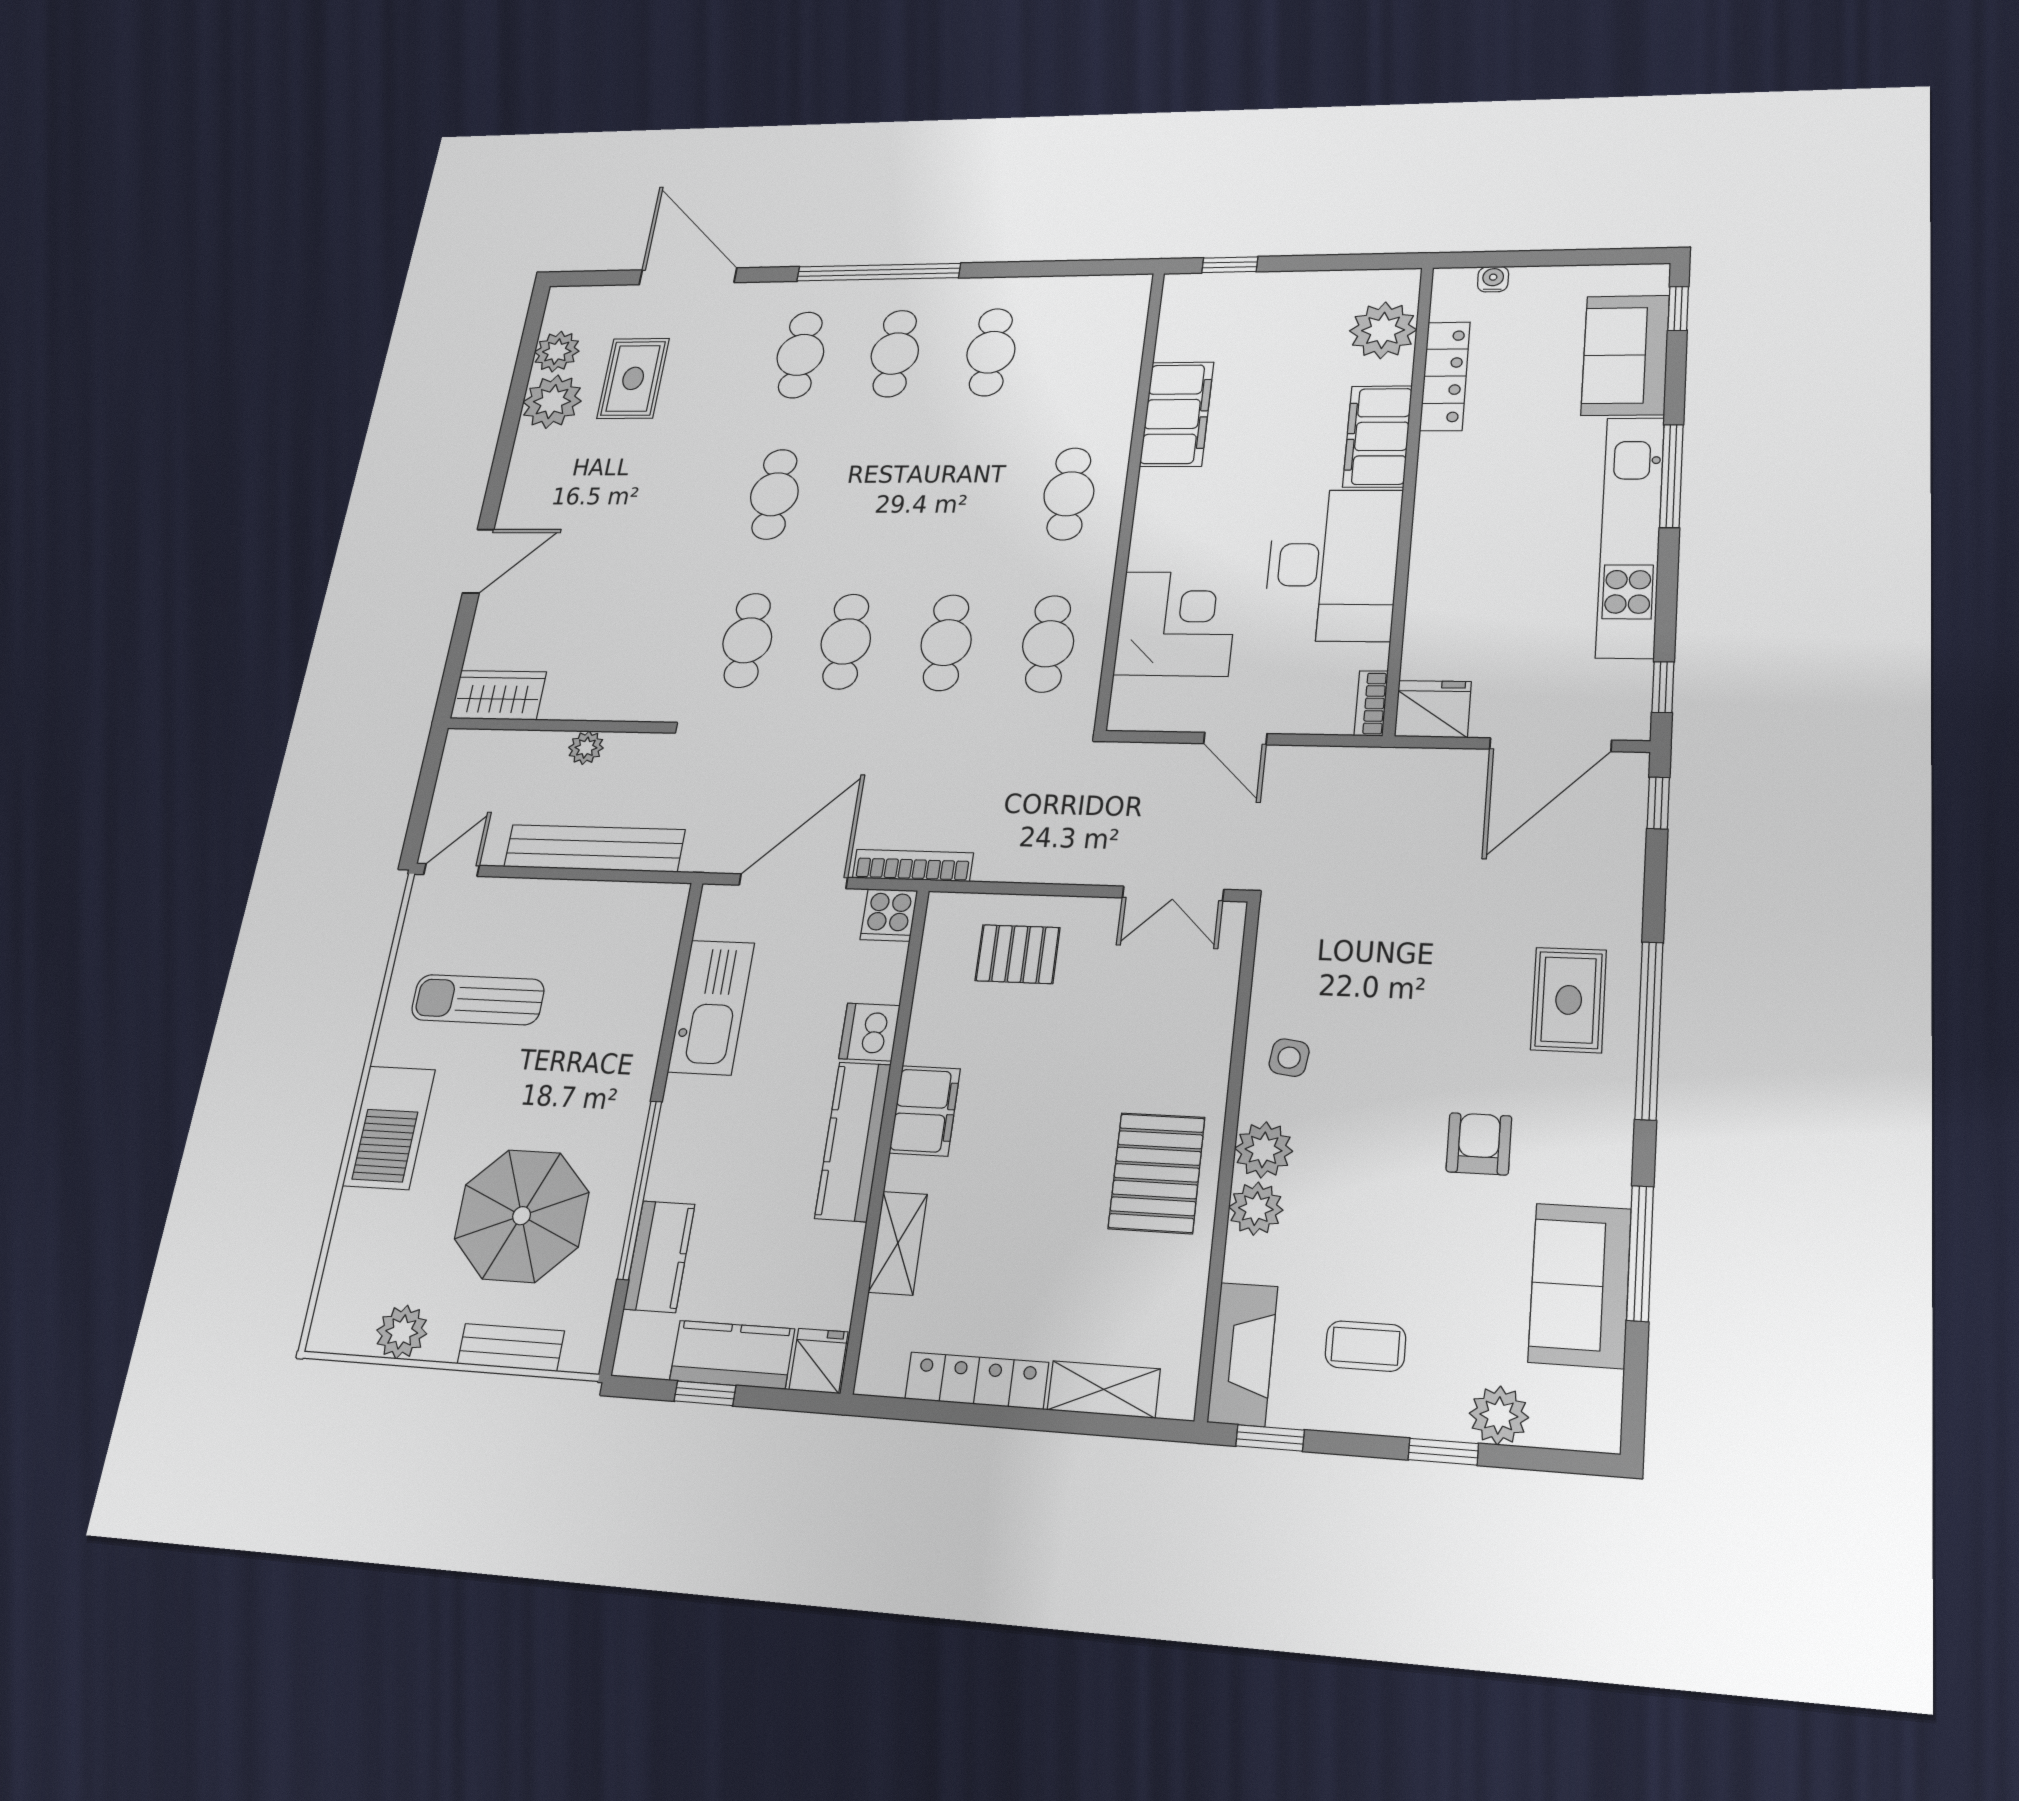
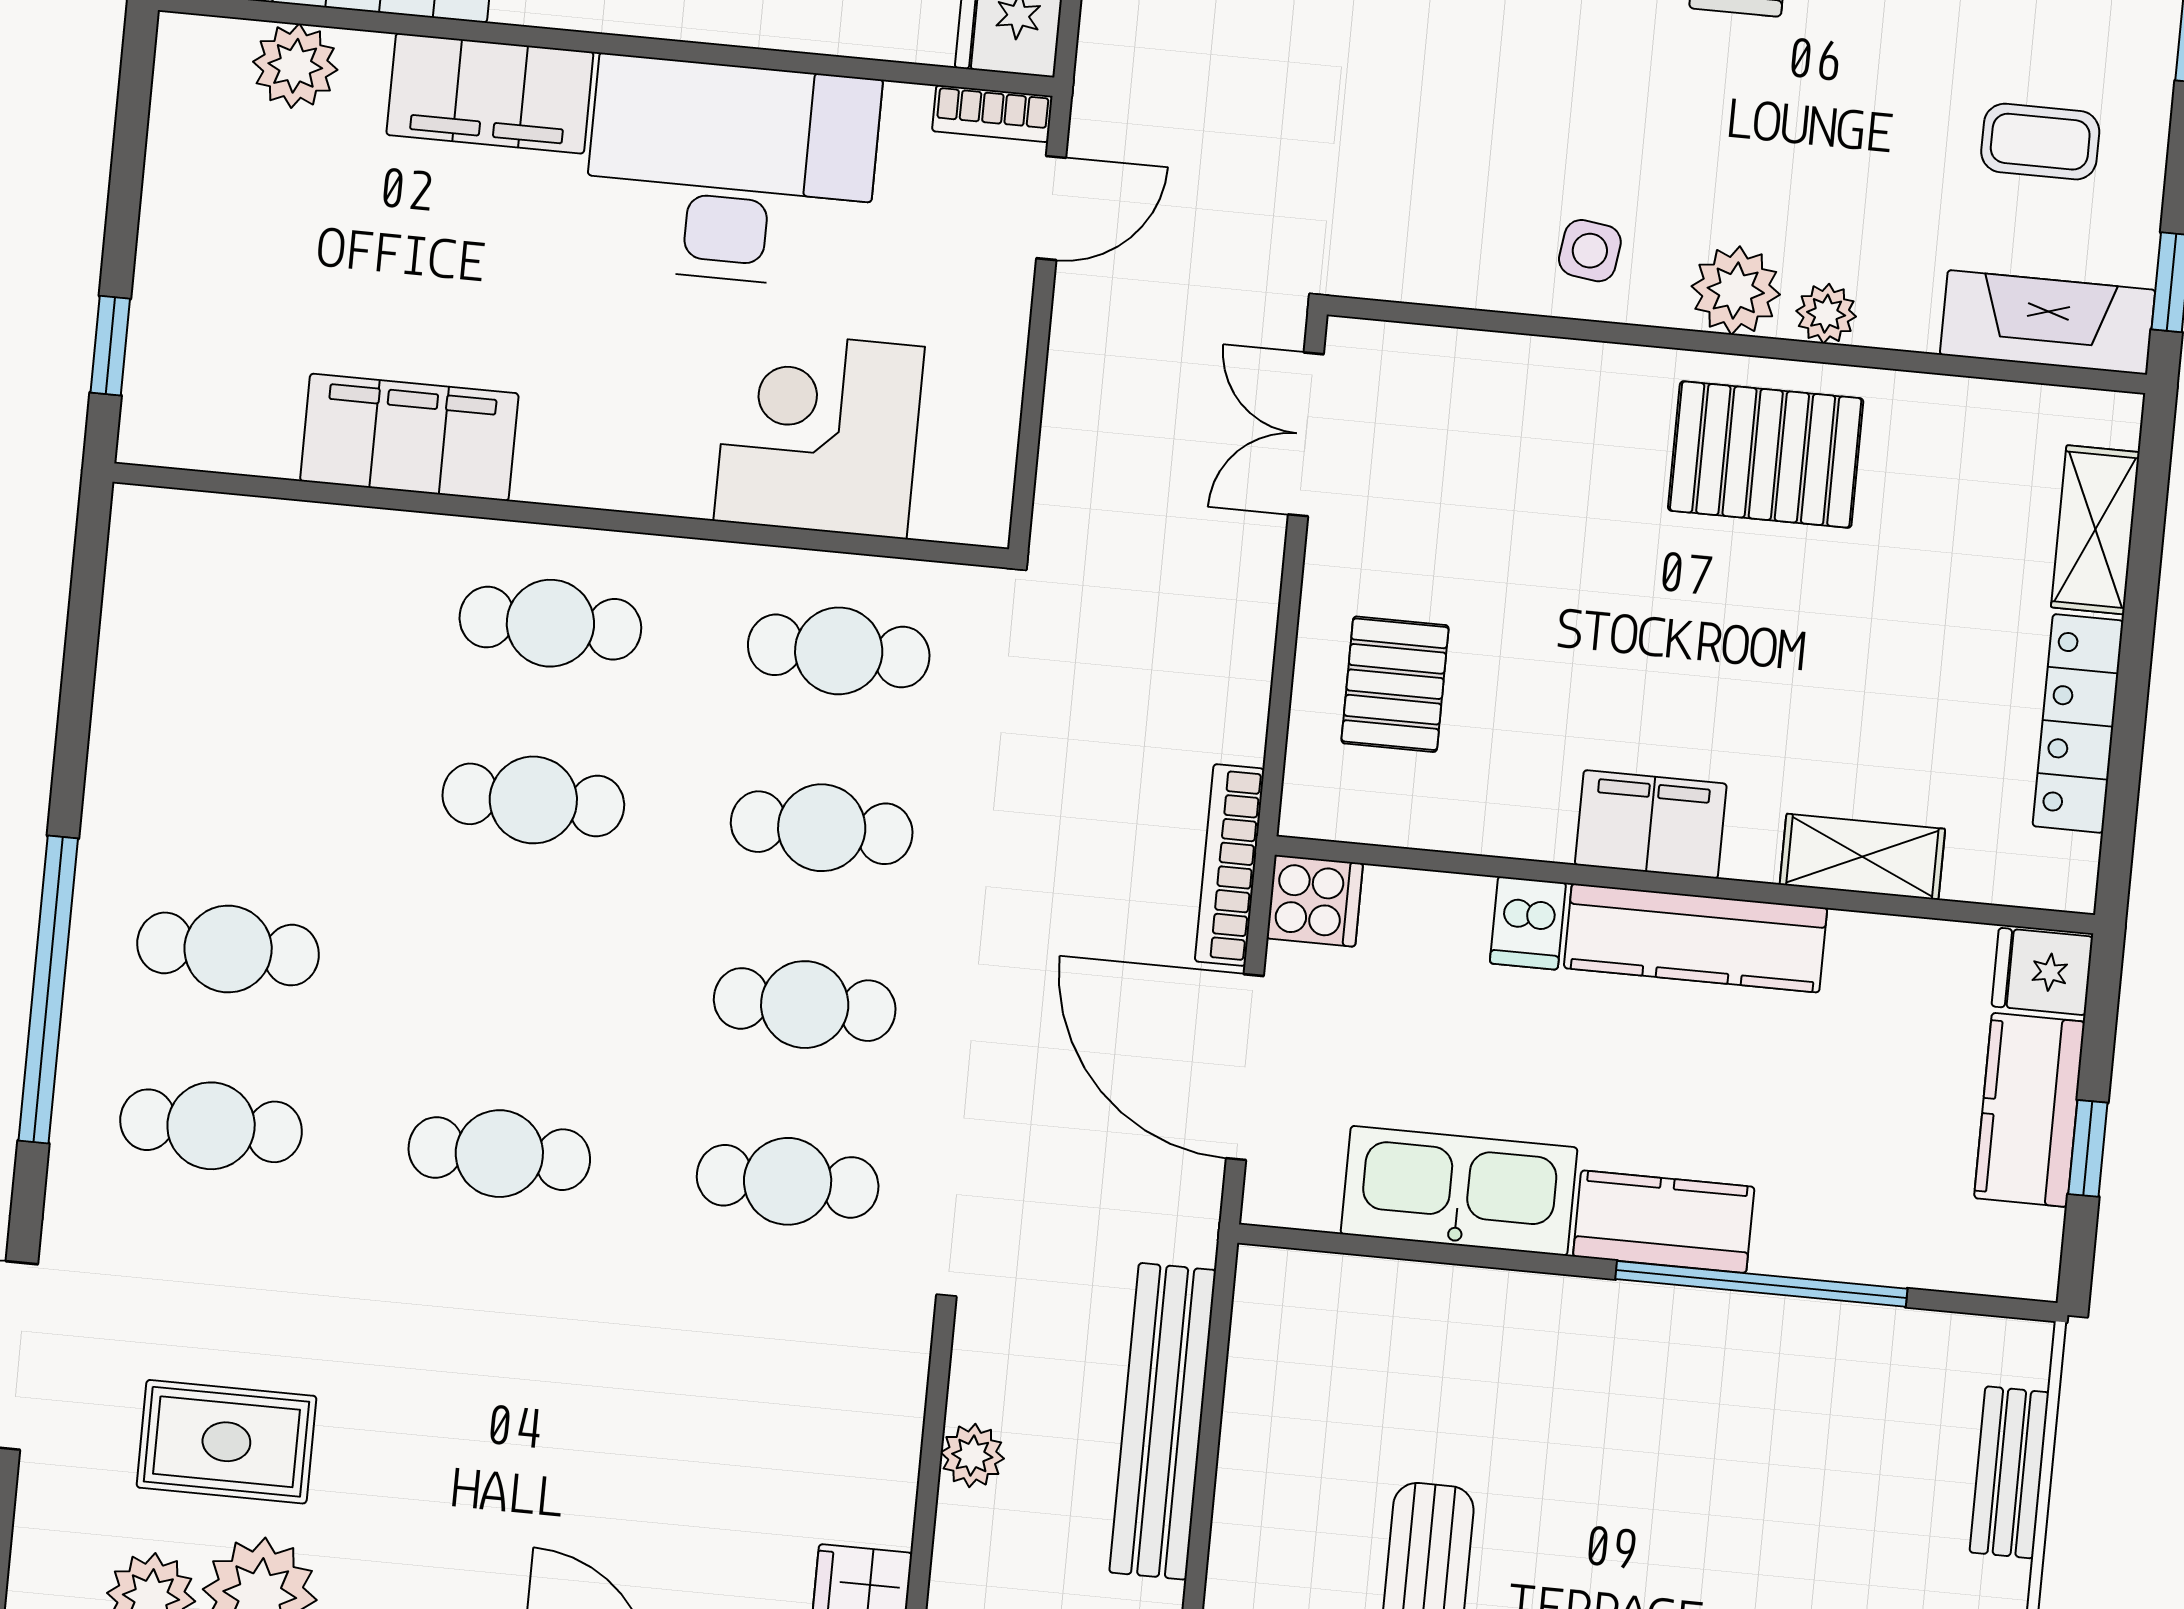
plant: (1383, 330) -> (295, 66), width x0.73, depth x0.73
cafe table: (991, 352) -> (533, 800), moved
door: (1235, 739) -> (1051, 208), moved
double door: (1173, 894) -> (1306, 434), swing flipped
dishwasher: (869, 1032) -> (1528, 923), width x0.73
plant: (1256, 1209) -> (1826, 314), width x0.73, depth x0.73
parasol: (522, 1216) -> (1797, 1479), removed
kitchen counter: (659, 1256) -> (1664, 1222), moved
coffee table: (1365, 1346) -> (2040, 142), turned 90

